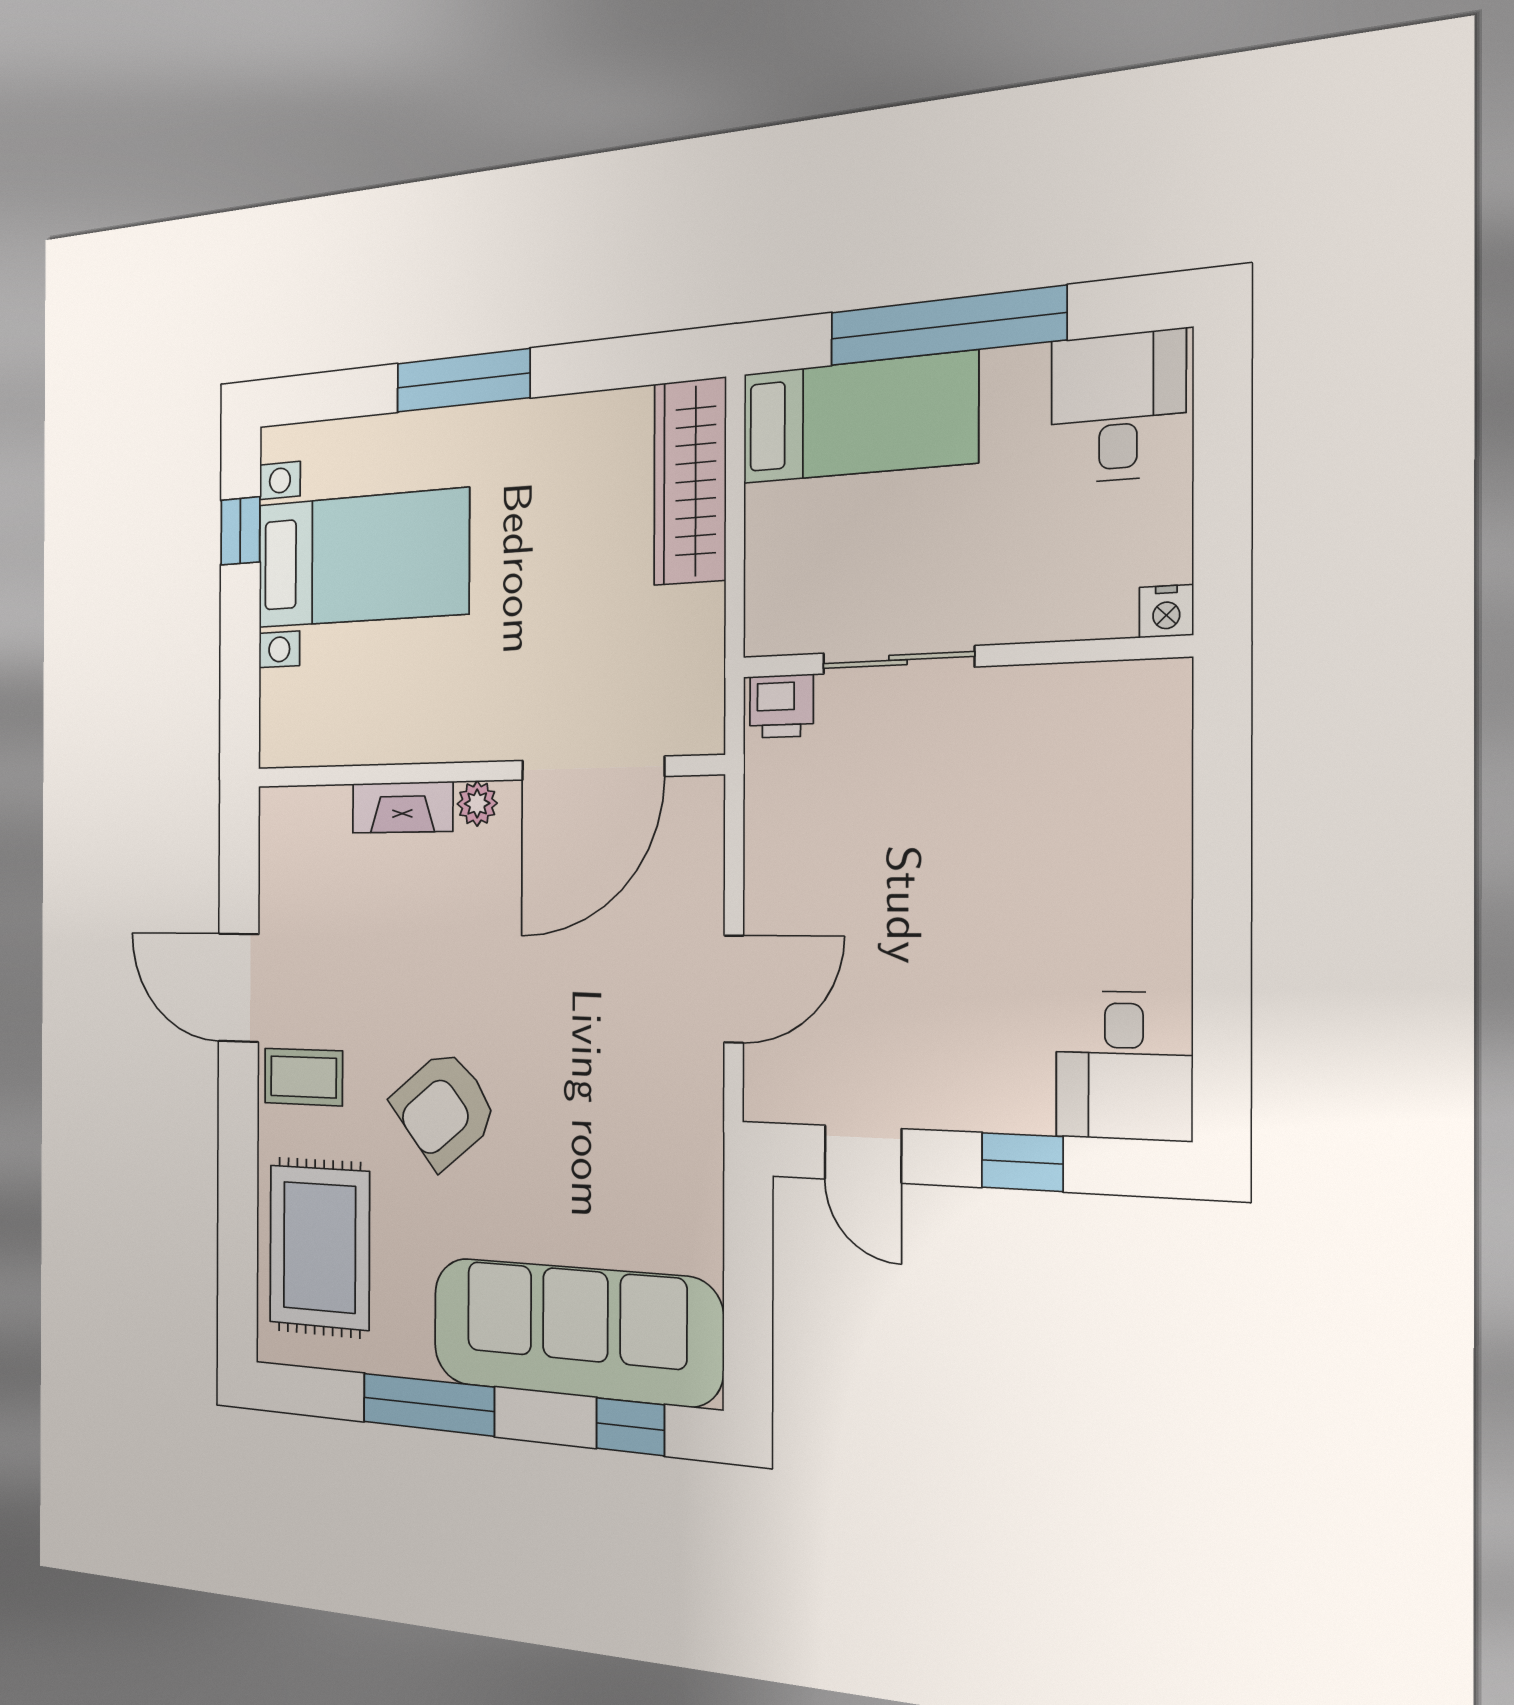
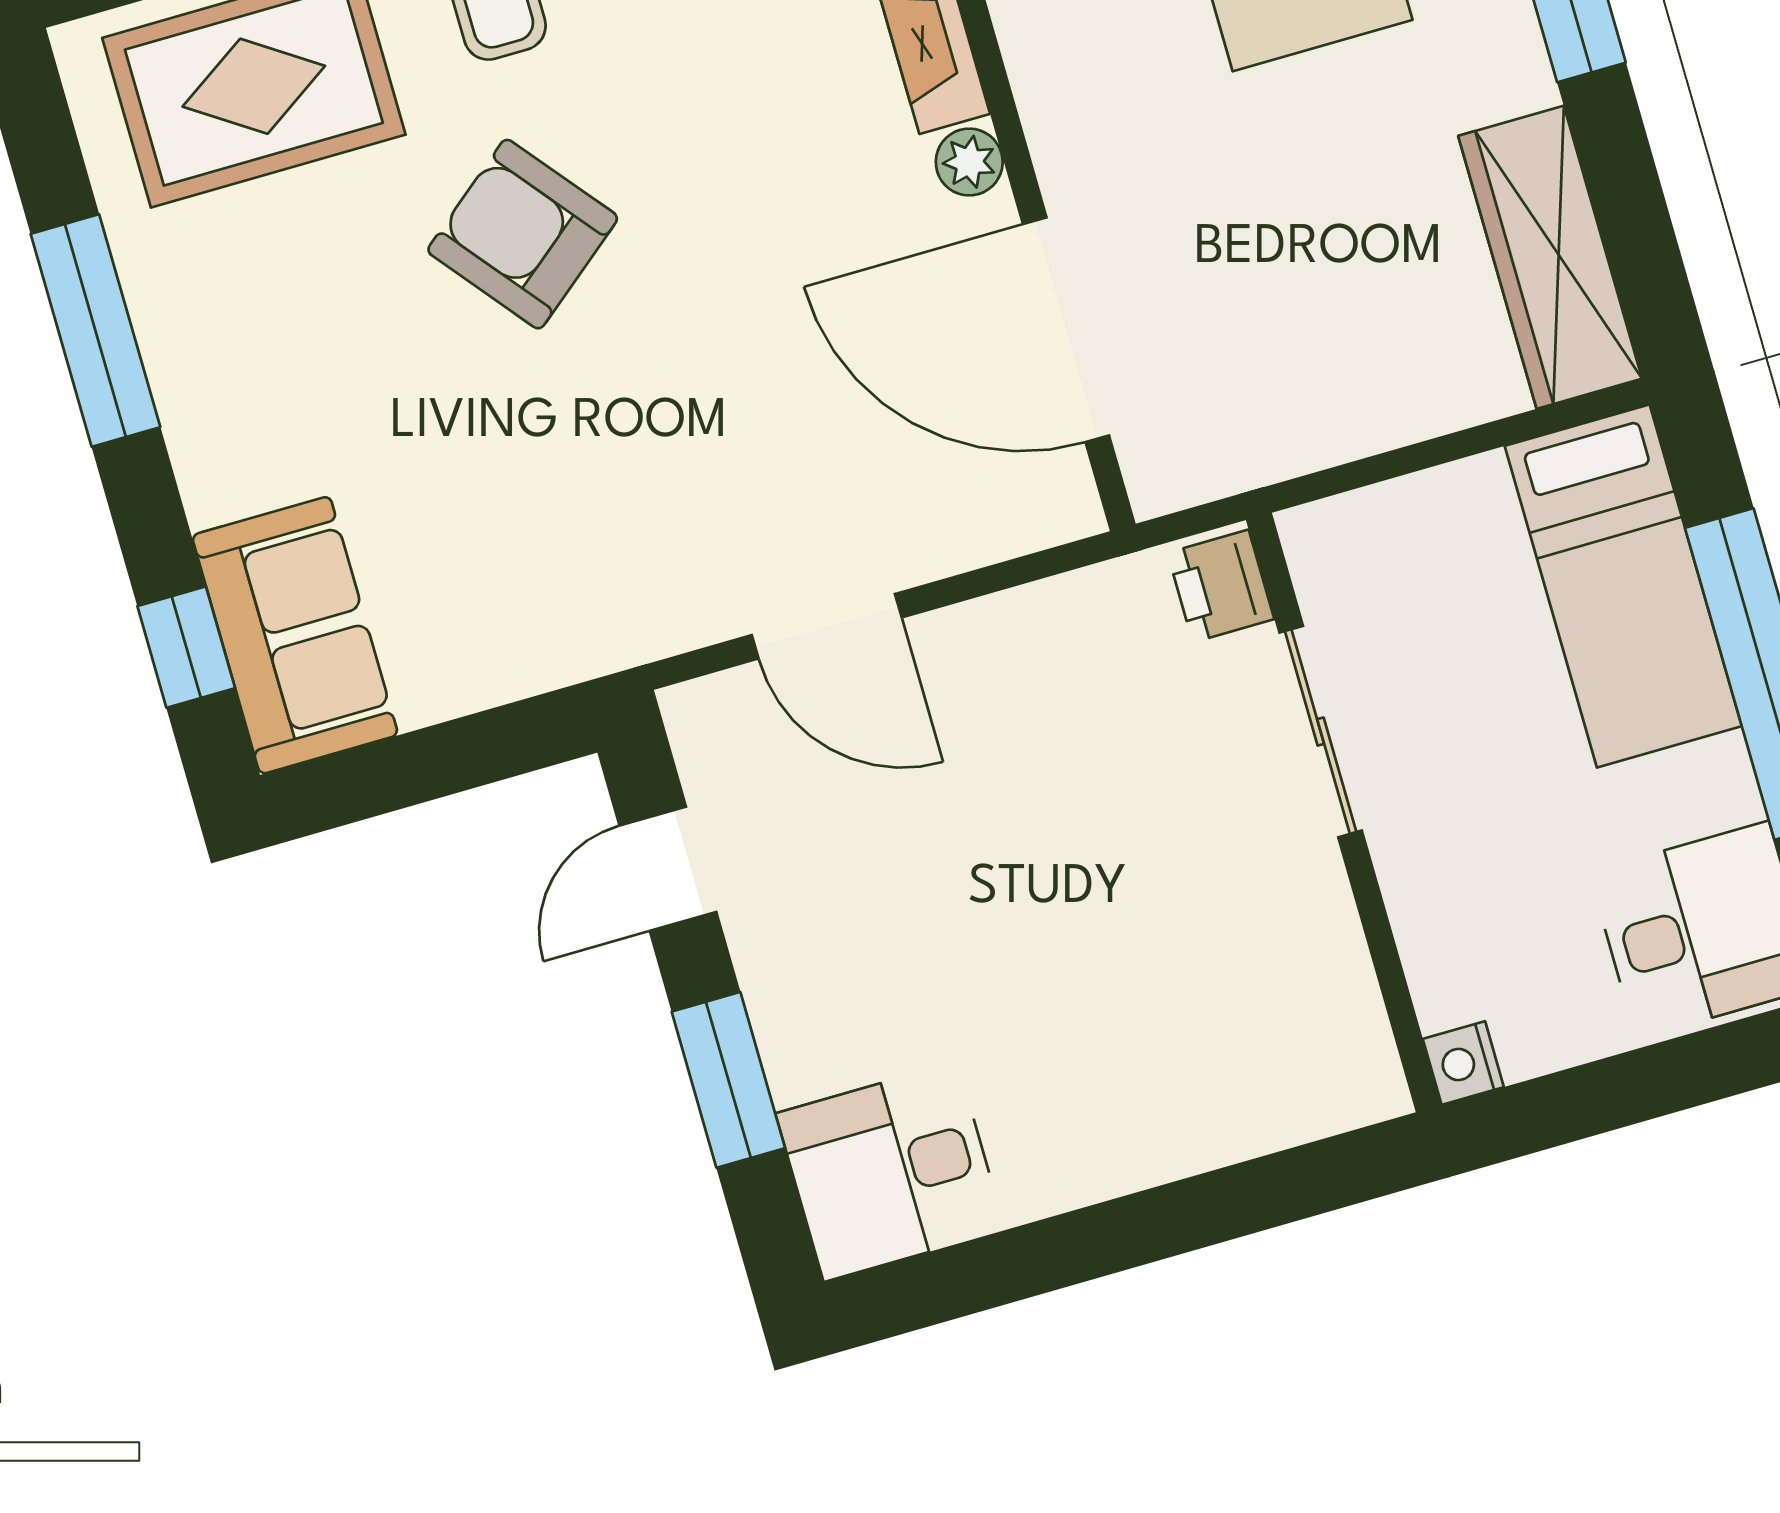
wardrobe: (690, 482) -> (1550, 257), moved, turned -90
window: (1022, 1162) -> (728, 1080), width x1.50
sofa: (575, 1331) -> (295, 635), width x0.54, depth x0.79

